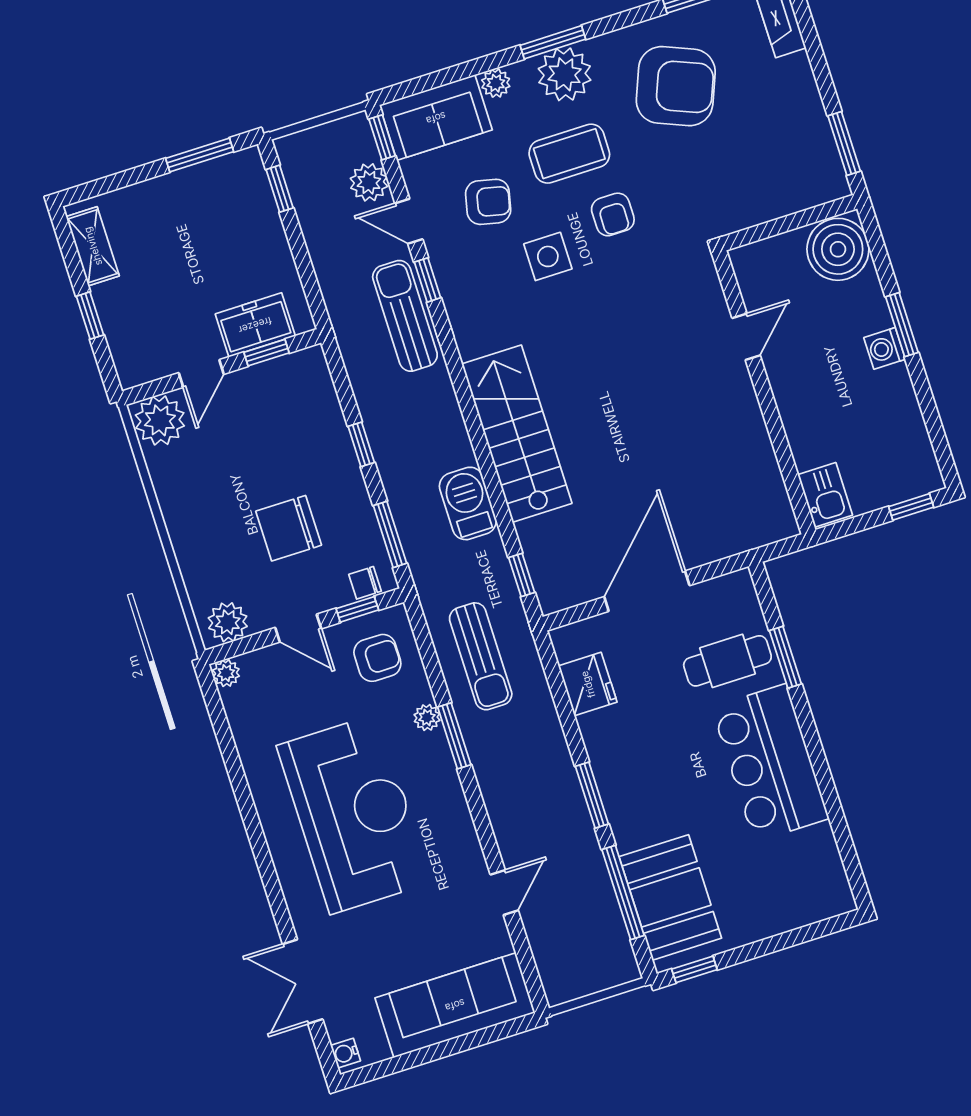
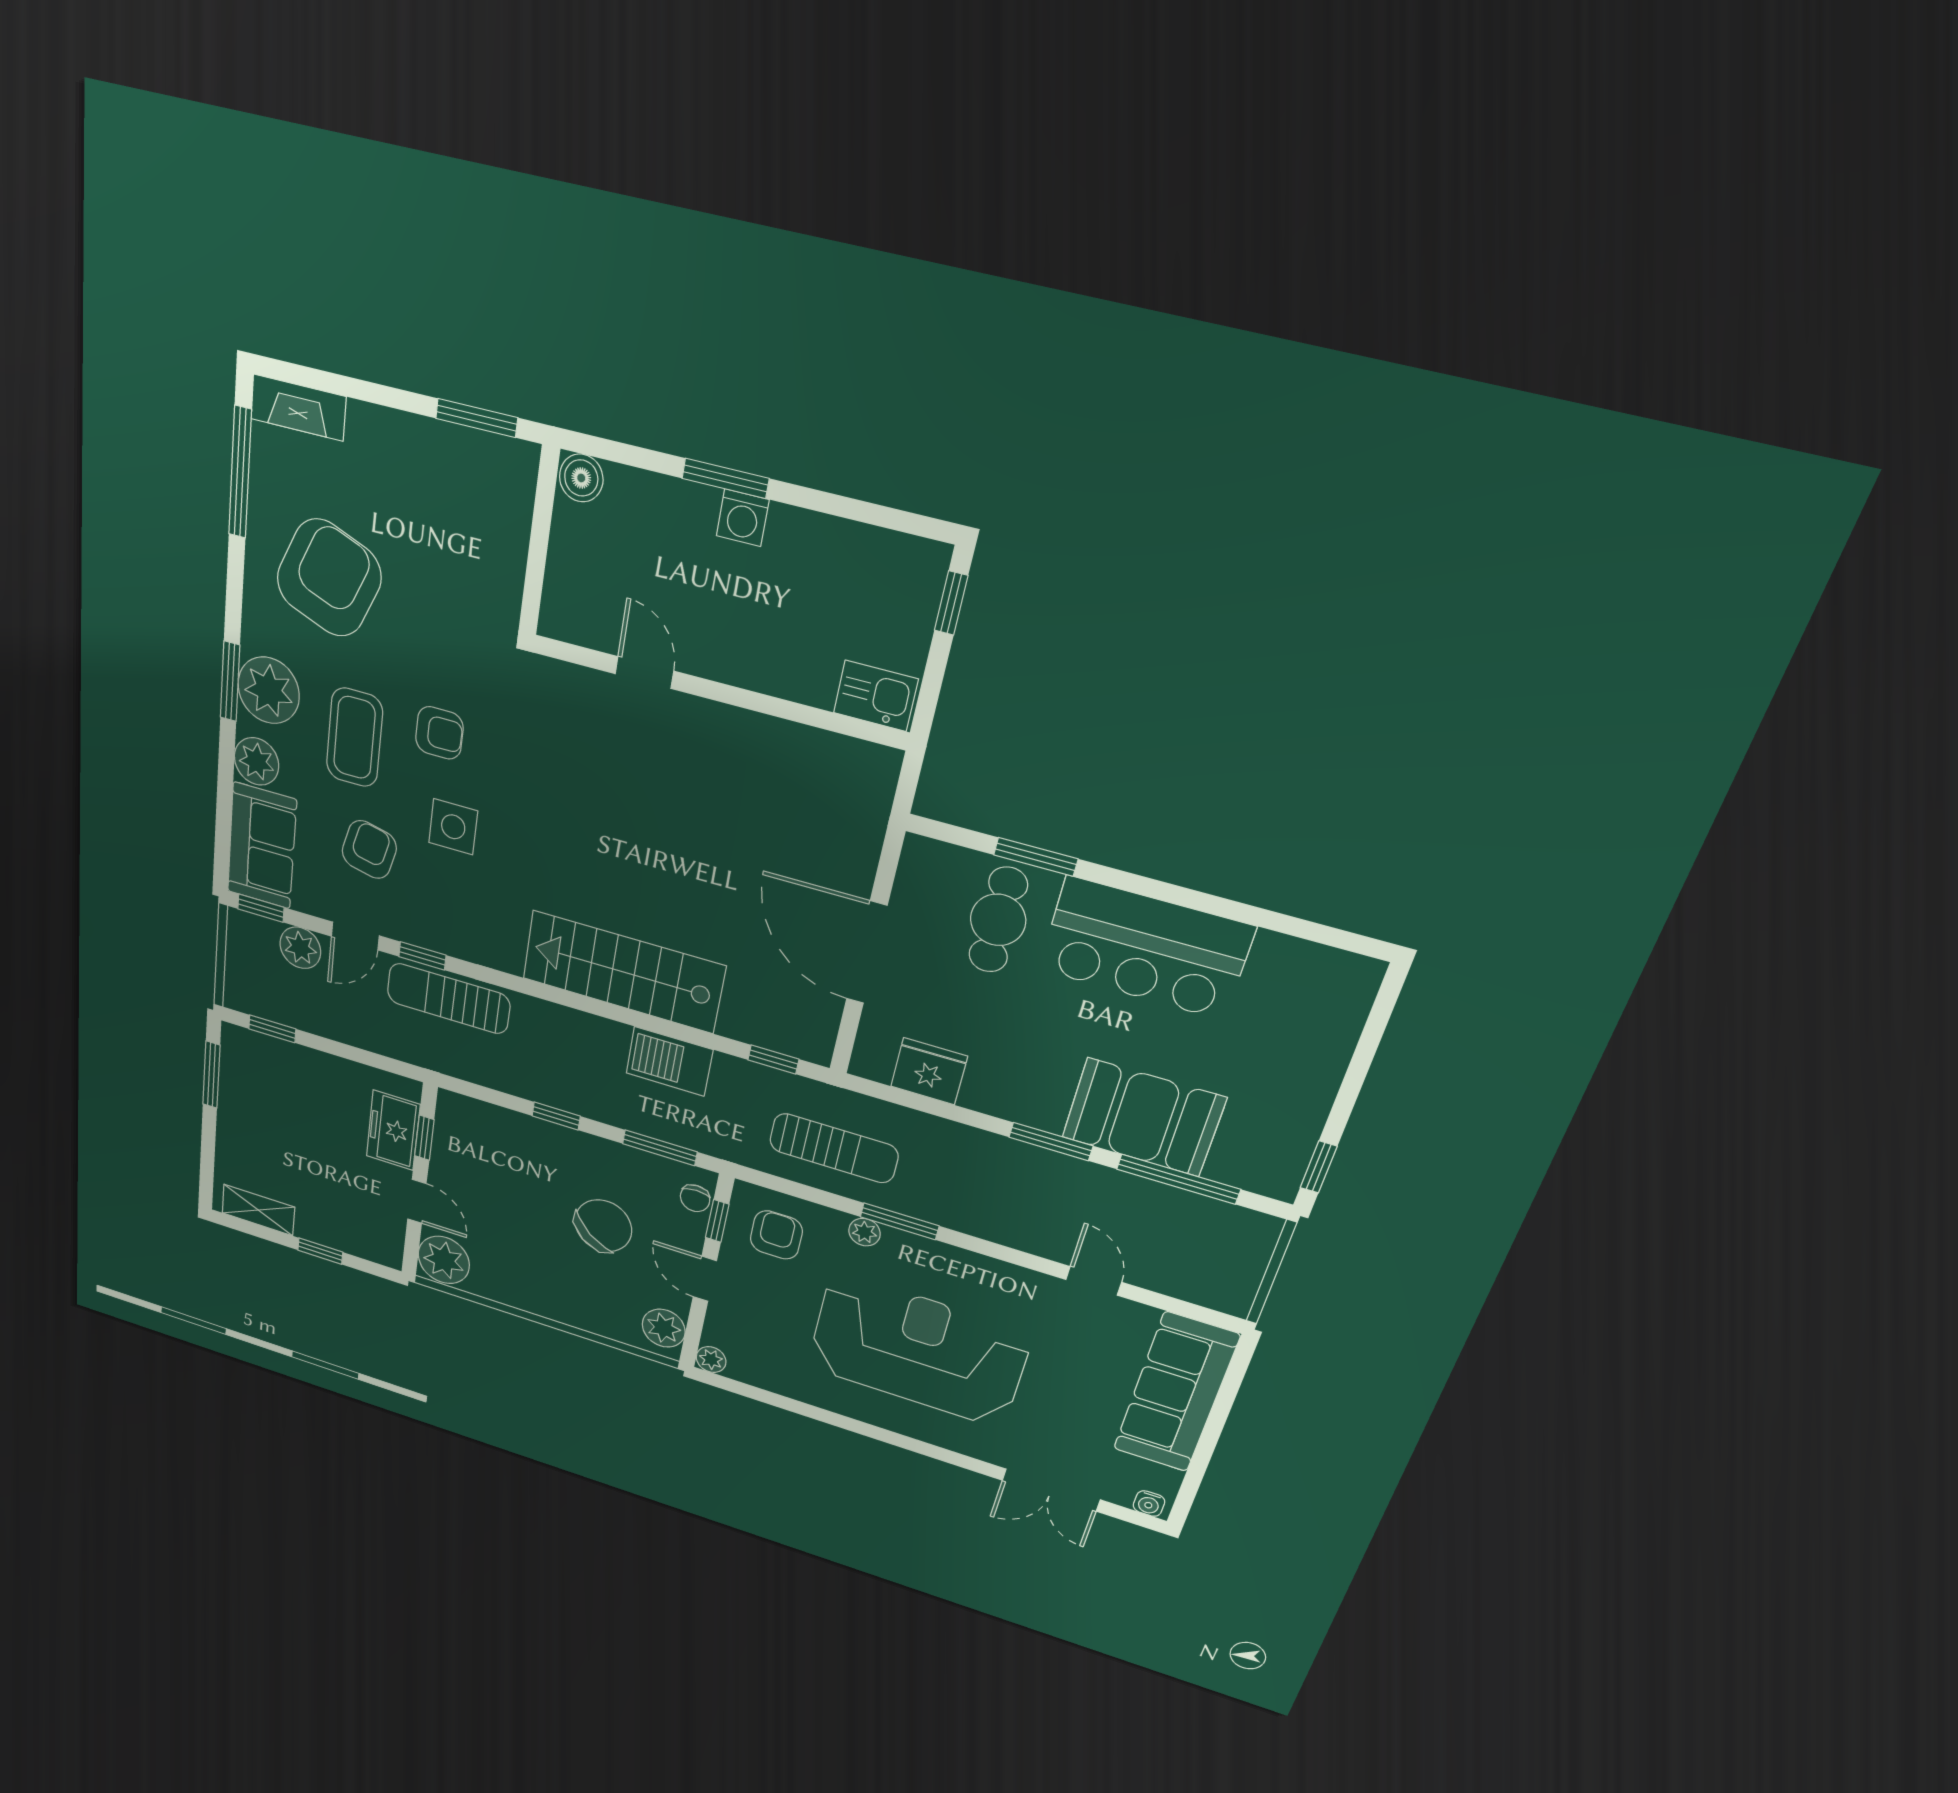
plant: (496, 83) -> (257, 761), width x1.38, depth x1.38
boiler: (838, 249) -> (581, 478), width x0.54, depth x0.54
chair: (289, 528) -> (603, 1226), turned -141
door: (298, 628) -> (705, 1279), swing flipped
booth: (670, 897) -> (1143, 1117), moved

